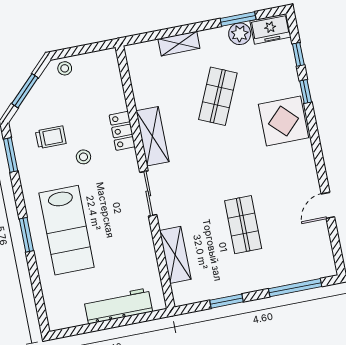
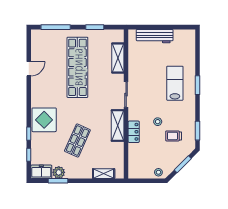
shelving: (179, 44) -> (104, 174), moved
shop shelf: (243, 225) -> (77, 67), width x2.00, depth x1.36
lab bench: (67, 230) -> (175, 83), width x0.73, depth x0.72

